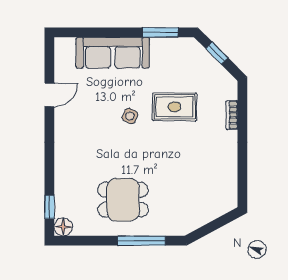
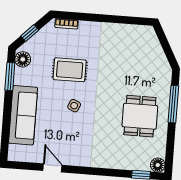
floor lamp: (183, 47) -> (23, 59), added
rug: (175, 107) -> (70, 70), turned 90
bookcase: (232, 115) -> (67, 24), moved

